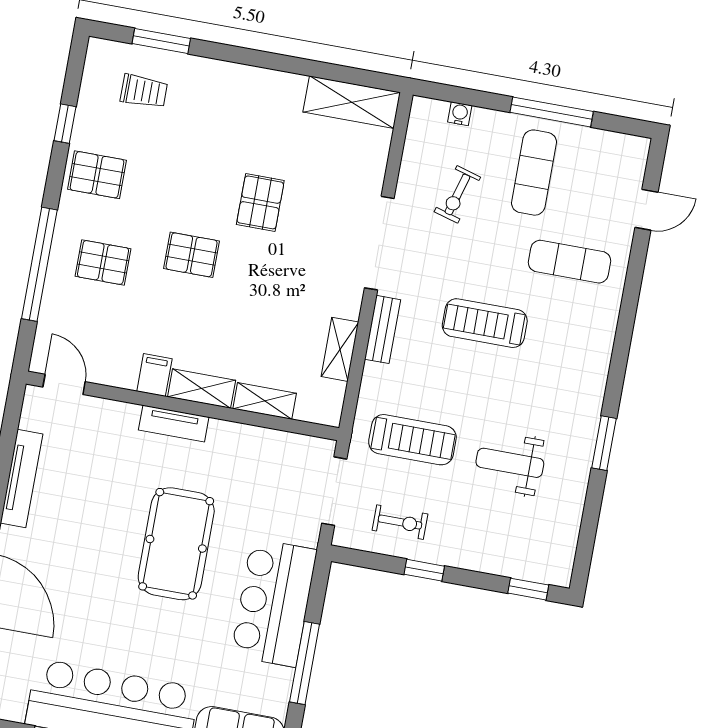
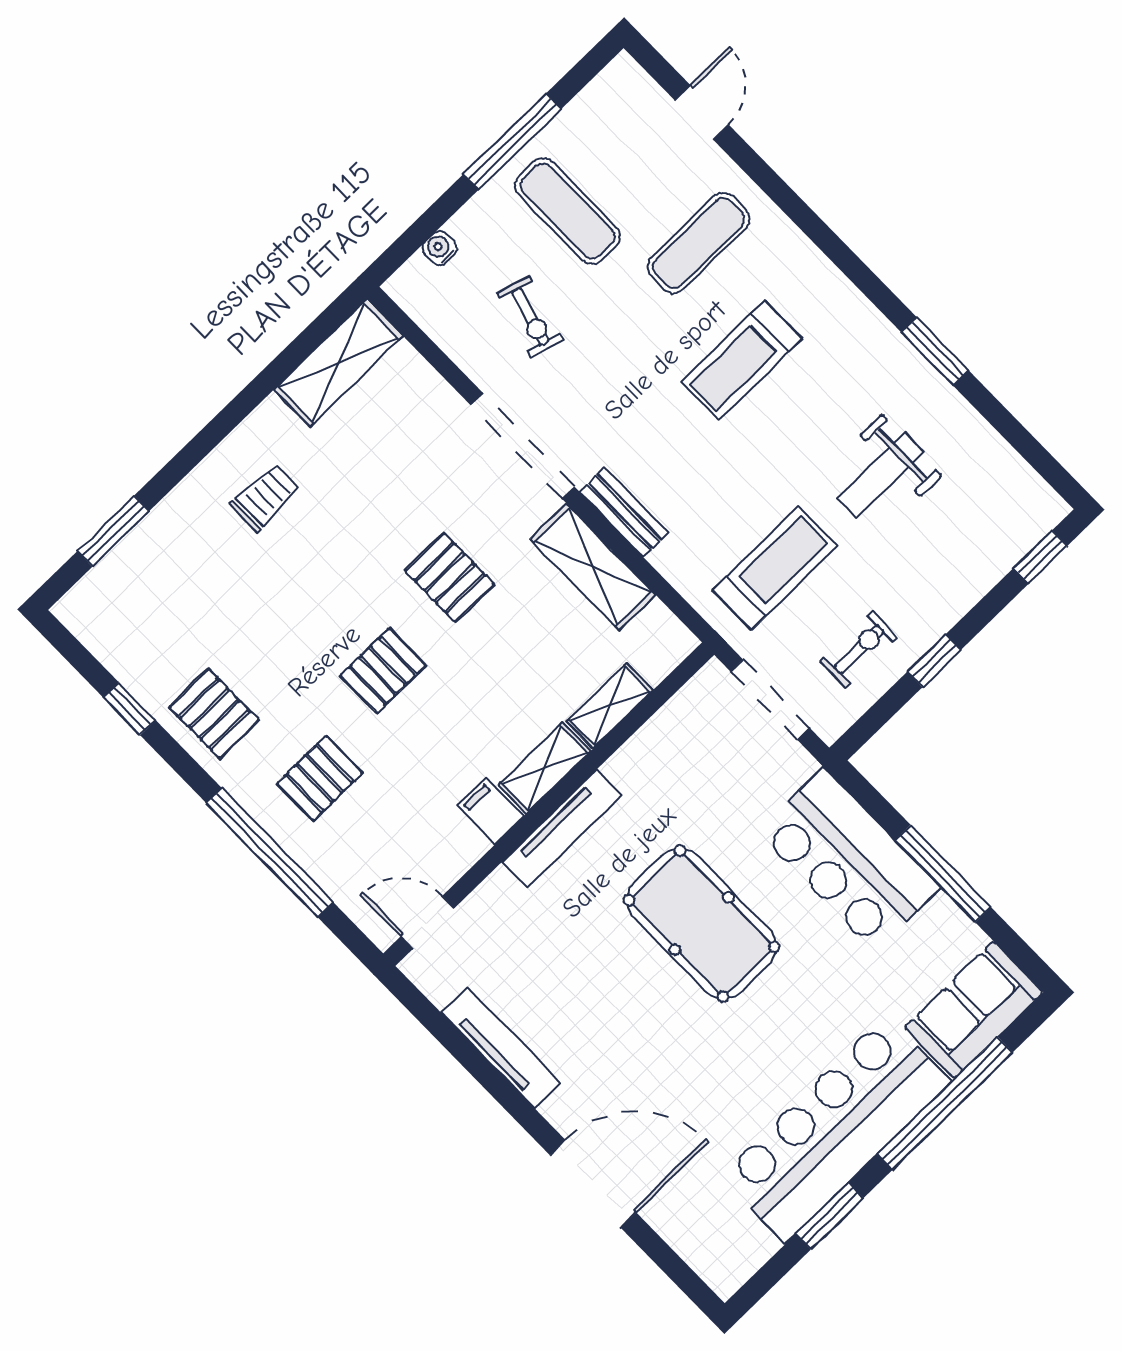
trolley: (144, 91) -> (265, 497), moved
pallet: (97, 175) -> (214, 714), turned 90
pallet: (260, 202) -> (450, 578), moved
treadmill: (485, 323) -> (742, 360), moved
shelving: (340, 349) -> (593, 567), width x1.50, depth x1.33
tv unit: (174, 424) -> (562, 829), width x1.41

